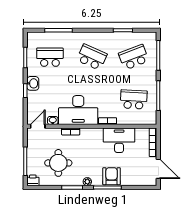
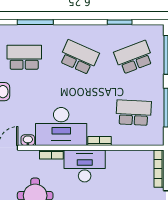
desk: (119, 140) -> (85, 166), moved

